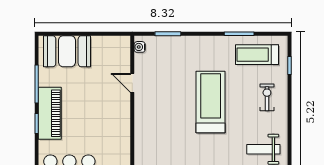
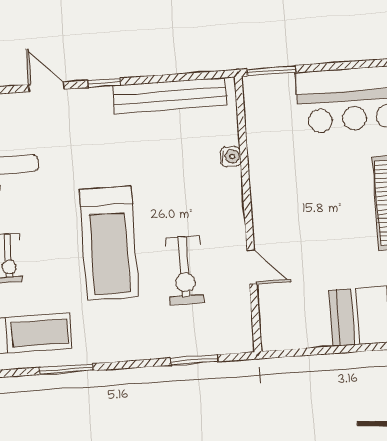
water cooler: (140, 47) -> (231, 157), moved
exercise bike: (170, 84) -> (185, 270), added

